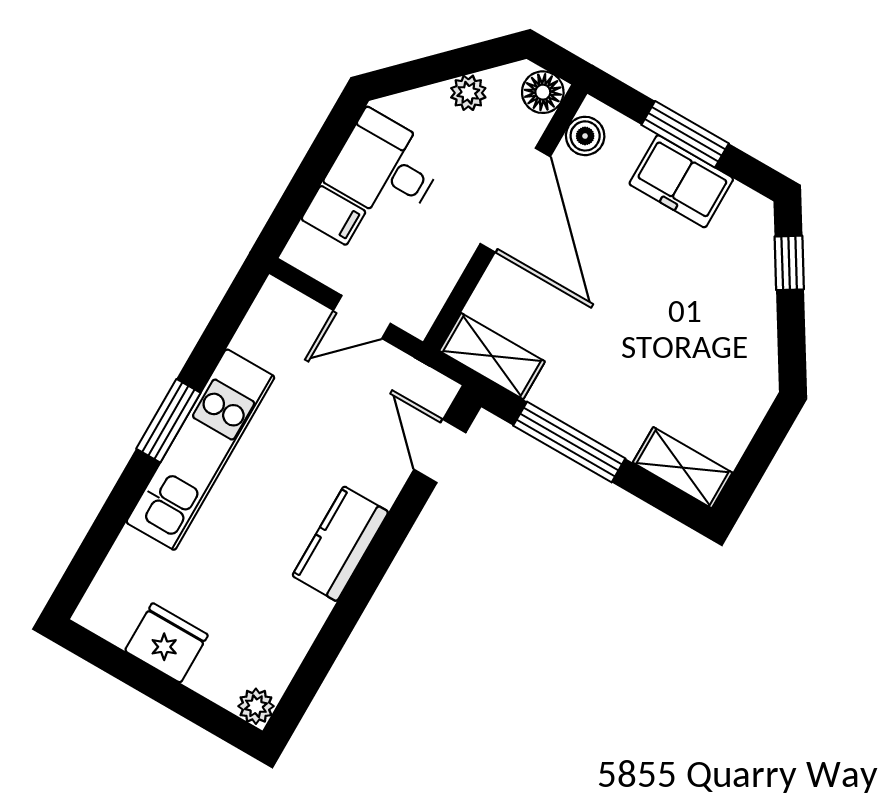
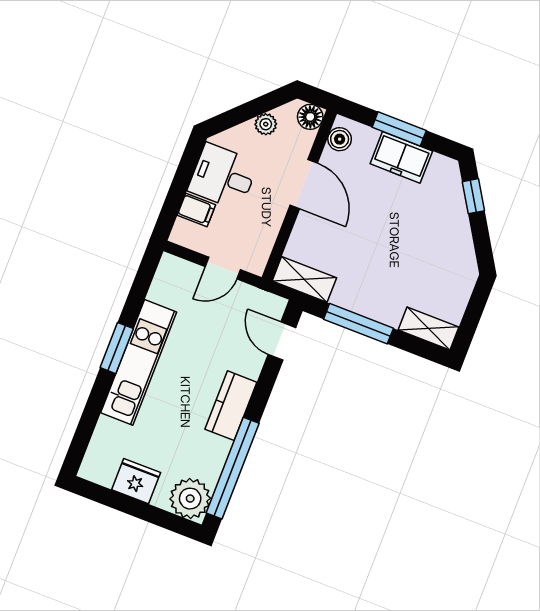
door: (515, 200) -> (304, 184), width x0.73
window: (327, 646) -> (233, 468), added
plant: (256, 706) -> (190, 499), width x1.88, depth x1.88

